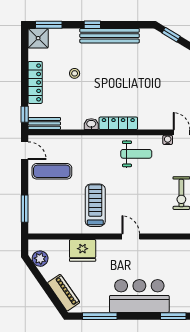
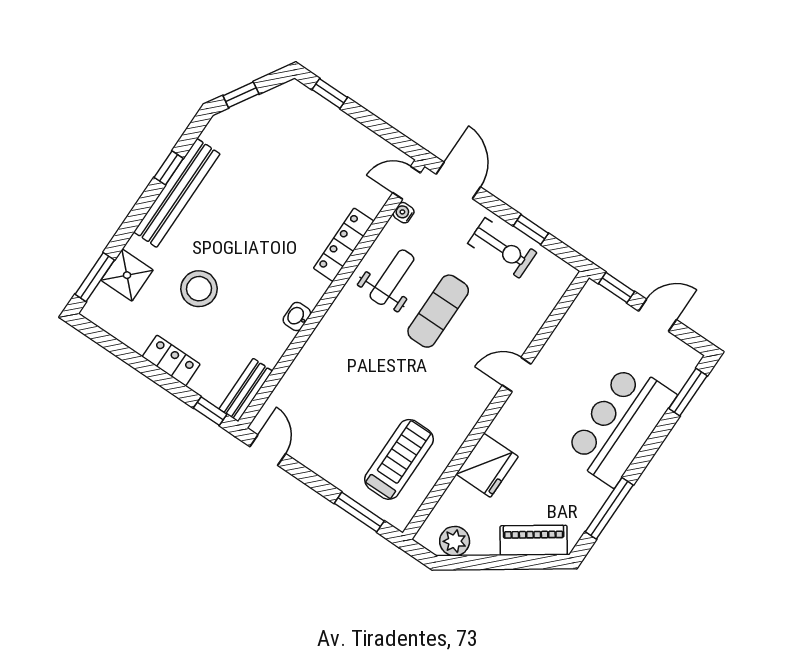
window: (92, 25) -> (169, 168), moved
shower: (38, 38) -> (127, 275), moved
stool: (75, 73) -> (199, 289), width x1.89, depth x1.89
locker: (35, 82) -> (171, 361), width x0.66
locker: (118, 123) -> (344, 245), moved
door: (25, 151) -> (268, 450), hinge flipped
exercise mat: (52, 171) -> (438, 311), moved
treadmill: (95, 205) -> (399, 459), moved, turned 90

